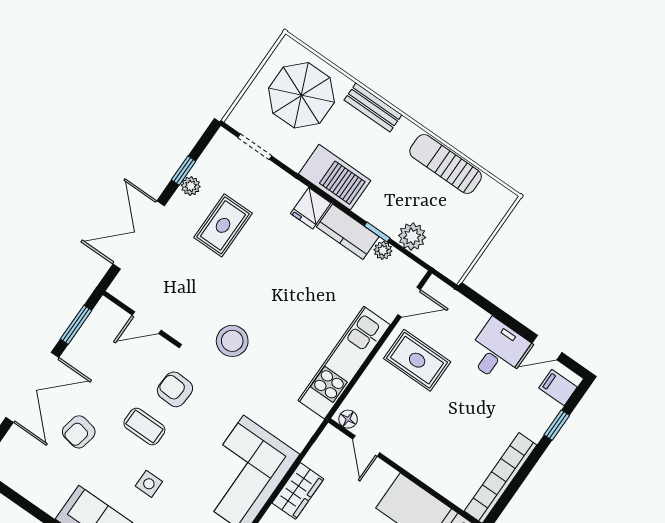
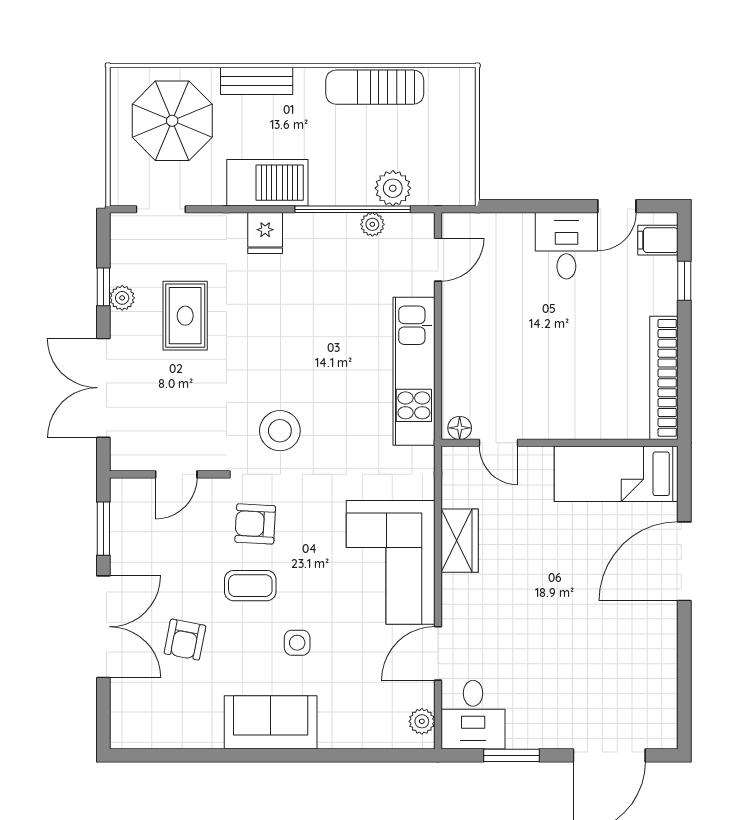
kitchen counter: (348, 232) -> (321, 231), removed
window: (377, 232) -> (353, 209), width x3.17
rug: (417, 360) -> (489, 315), removed

